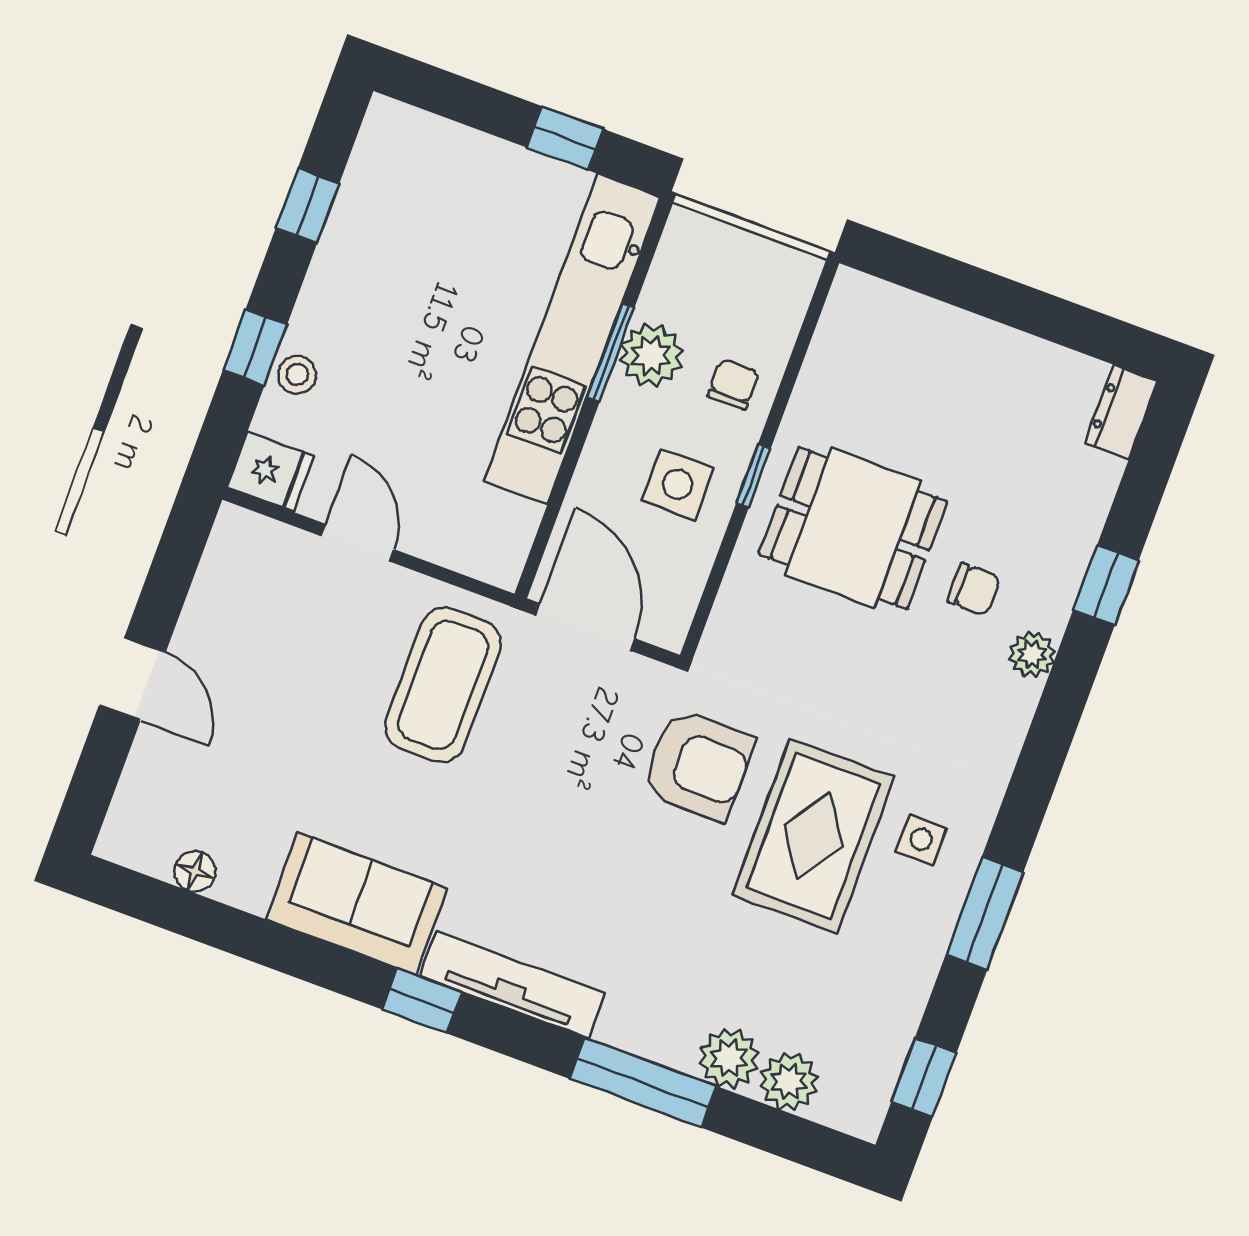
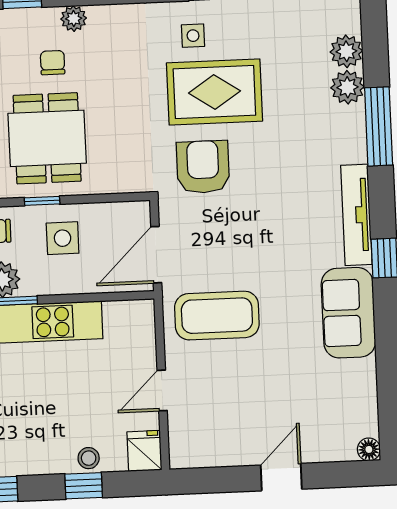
floor lamp: (195, 871) -> (369, 449), moved

